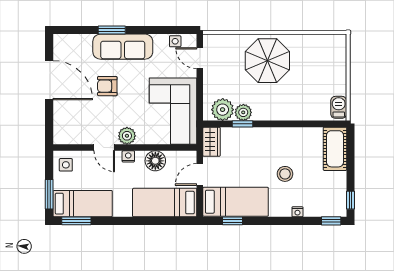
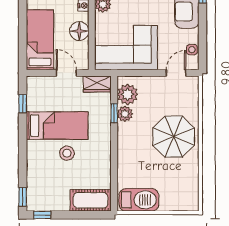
barbecue: (339, 107) -> (139, 200), width x1.88, depth x1.53
bed: (236, 202) -> (57, 126), moved, turned -90
nightstand: (297, 212) -> (31, 165), removed

